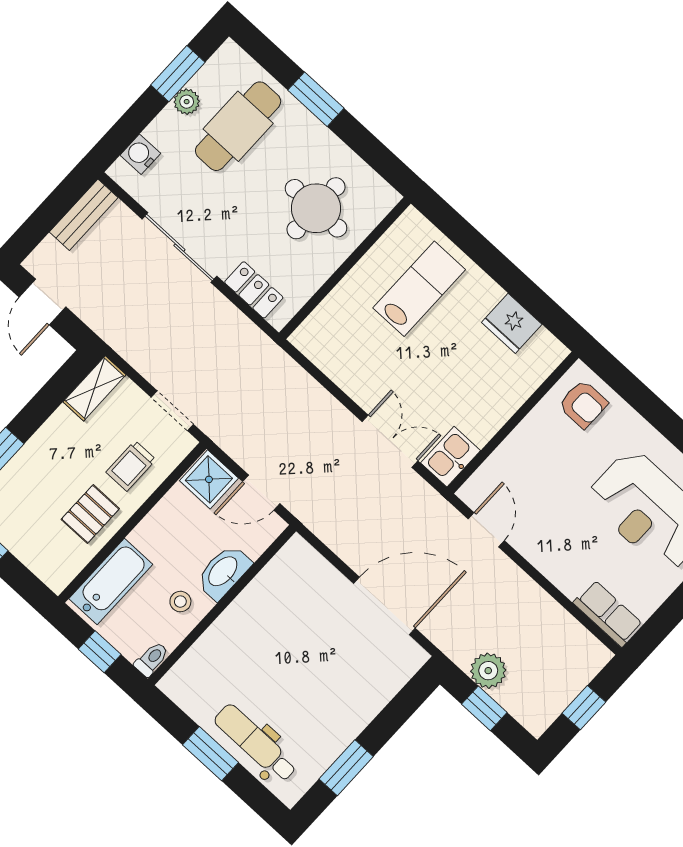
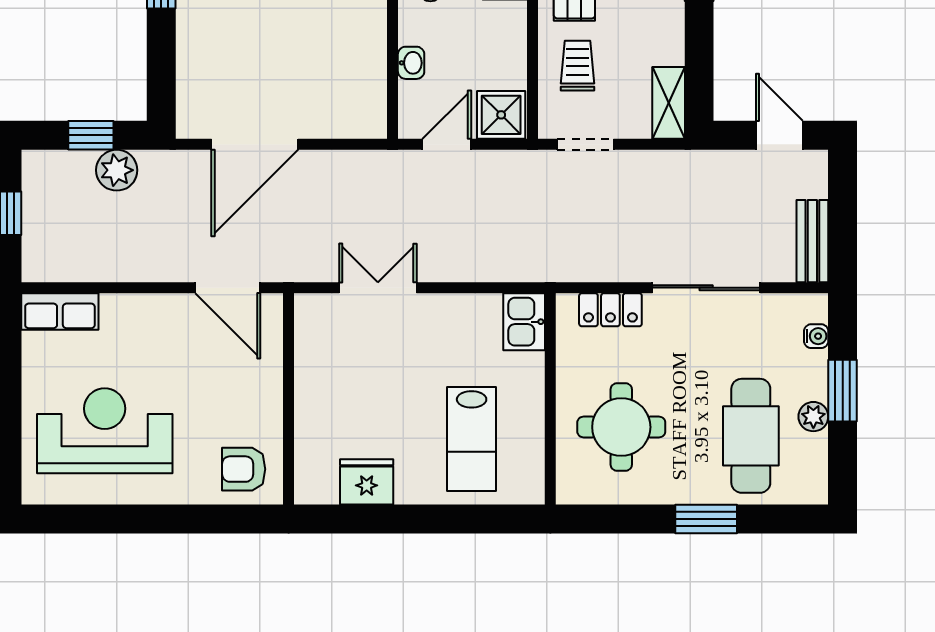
window: (178, 74) -> (843, 391), moved
water cooler: (140, 154) -> (816, 336), width x0.72, depth x0.72
double door: (390, 441) -> (378, 288), swing flipped
kitchen sink: (451, 457) -> (524, 322), moved, turned 180
door: (486, 530) -> (228, 288), width x1.38
washbasin: (223, 572) -> (411, 63), width x0.52, depth x0.69

